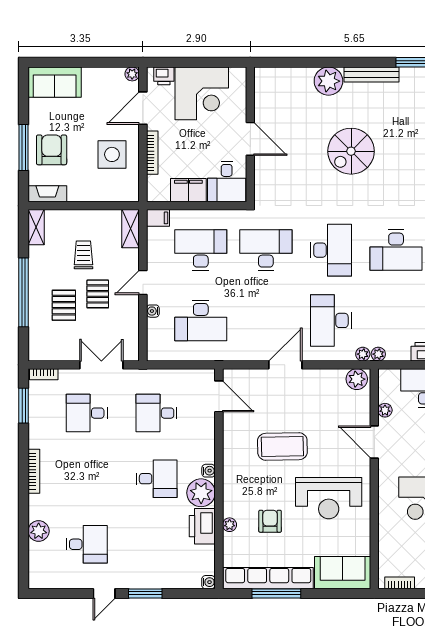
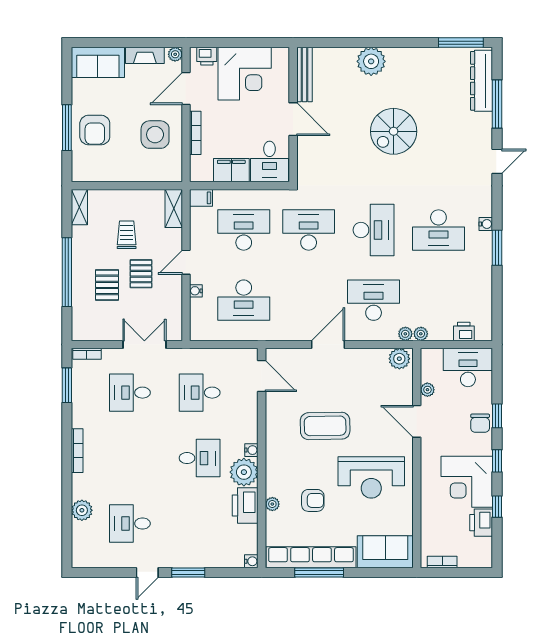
bench: (372, 75) -> (304, 74), moved, turned 90
armchair: (52, 150) -> (95, 130), turned 180
fireplace: (47, 194) -> (145, 55), moved, turned 180
desk: (331, 320) -> (374, 300), turned 90
armchair: (270, 521) -> (313, 500), turned 90
desk: (87, 544) -> (130, 523), turned 180

